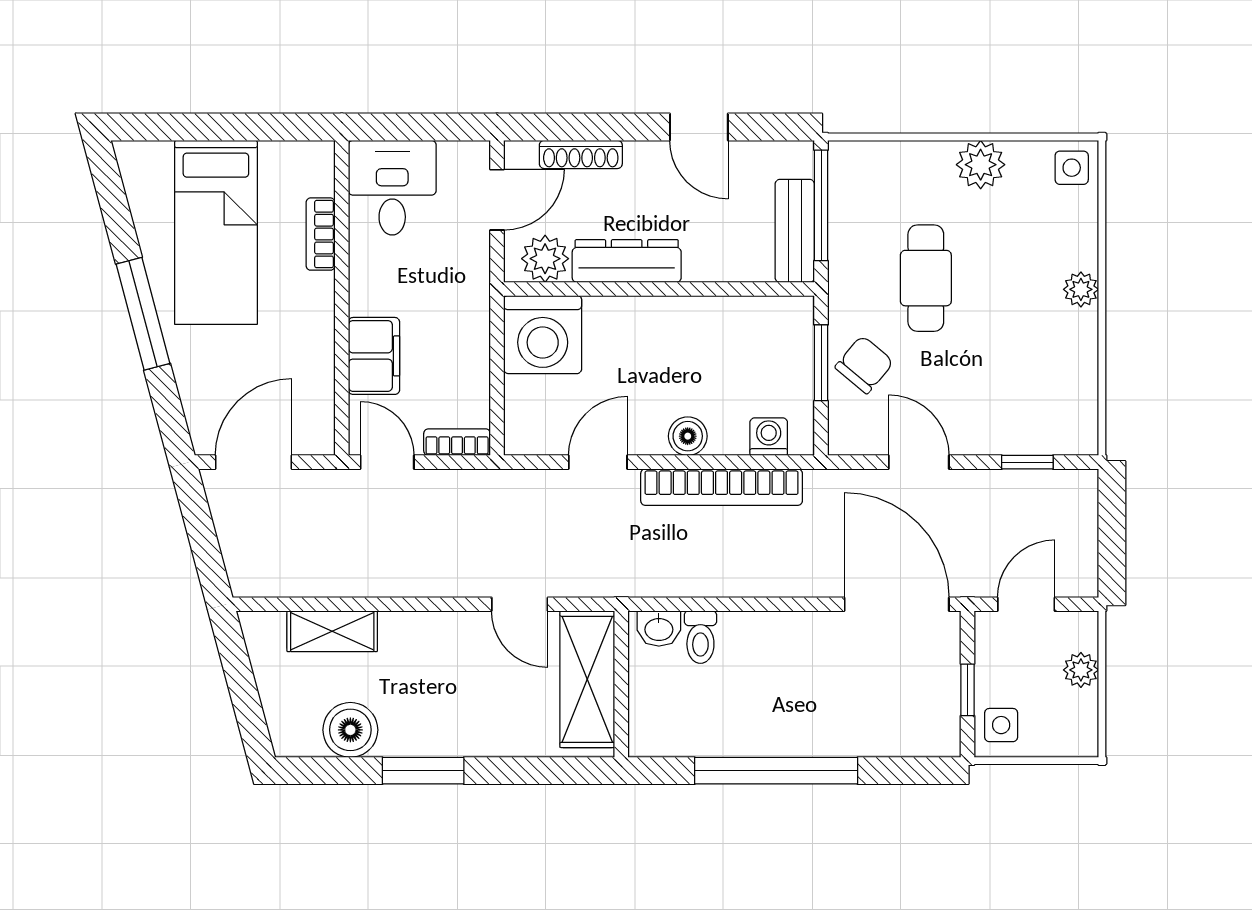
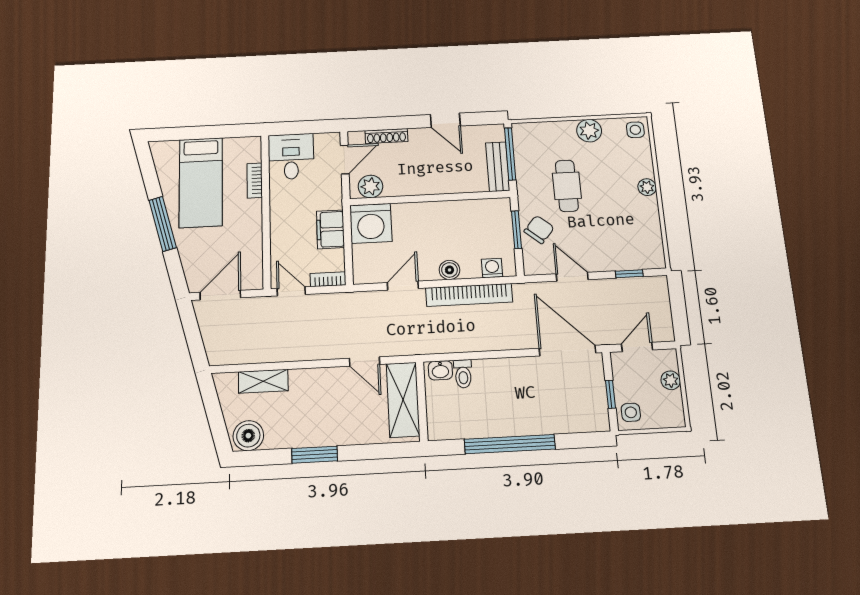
dresser: (627, 261) -> (412, 185), removed
filing cabinet: (374, 356) -> (330, 229), moved, turned 180
boiler: (350, 730) -> (248, 436), moved

